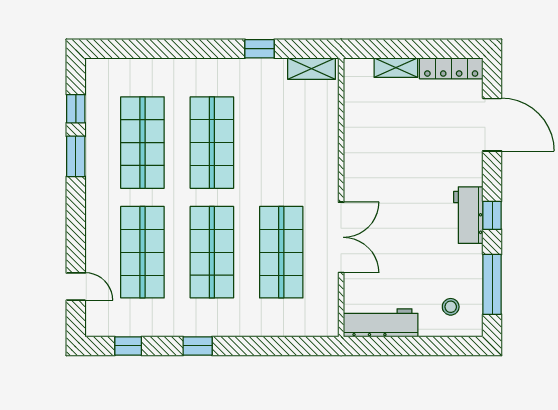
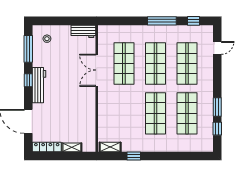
workbench: (468, 215) -> (39, 85), width x1.37
door: (76, 287) -> (217, 48), swing flipped
workbench: (381, 323) -> (83, 31), width x0.73
window: (198, 346) -> (162, 21), width x2.17

